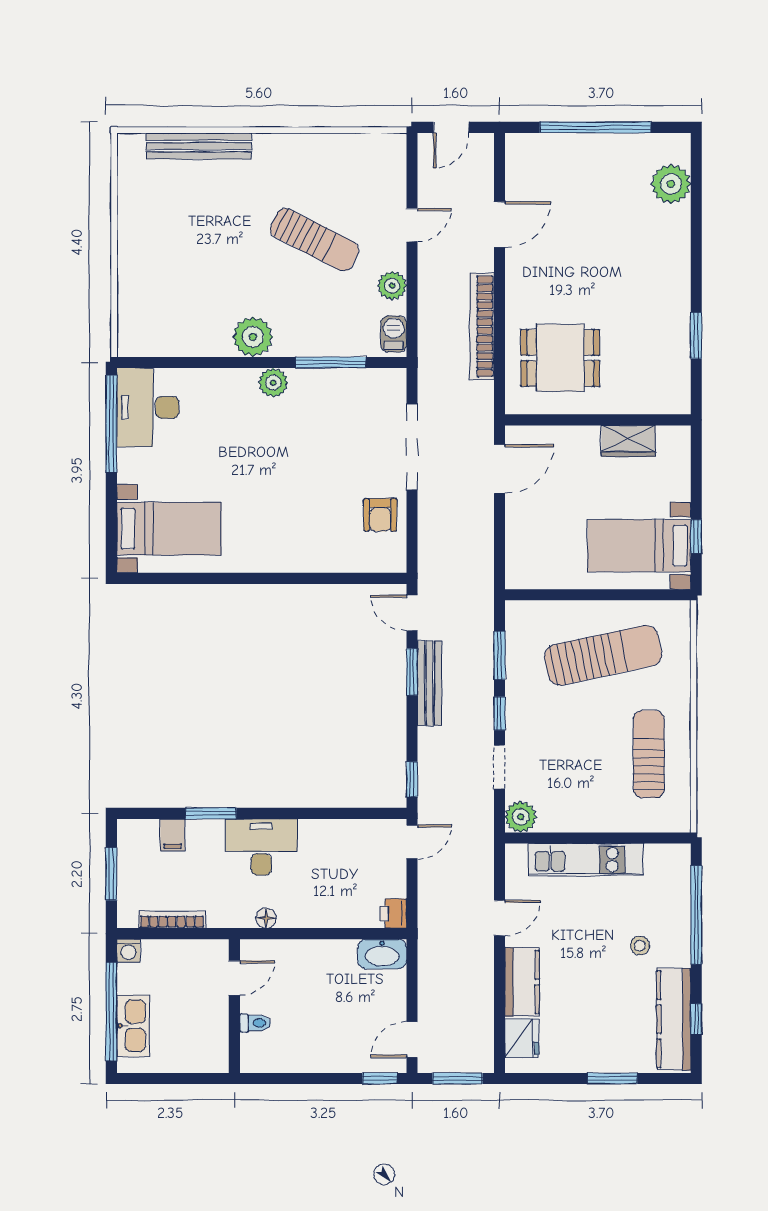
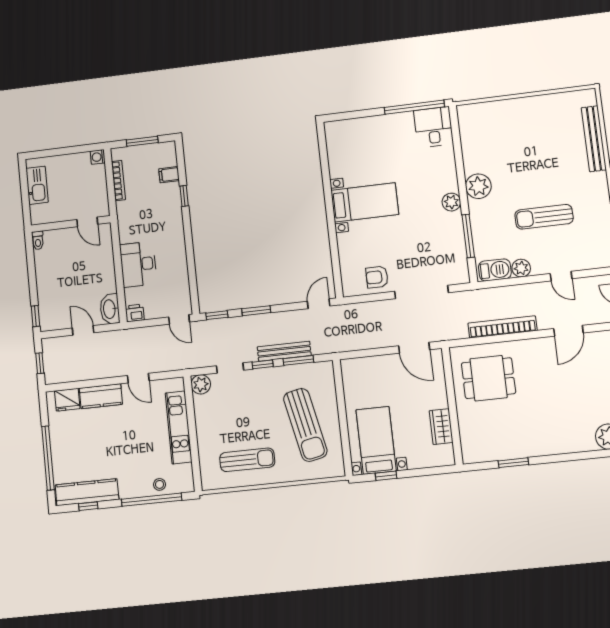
door: (499, 225) -> (568, 331), hinge flipped
sun lounger: (314, 240) -> (544, 217), turned 63
barbecue: (394, 334) -> (495, 270), width x1.38, depth x1.27
dining table: (560, 358) -> (489, 378), turned 90
desk: (148, 407) -> (433, 127), width x0.73
bed with nightstands: (169, 529) -> (365, 202), moved, turned -90
window: (412, 672) -> (256, 311), moved
bench: (429, 683) -> (284, 351), moved
window: (211, 813) -> (184, 196), width x0.67
desk: (261, 847) -> (138, 264), moved, turned 180
floor lamp: (266, 918) -> (125, 237), removed
stool: (640, 946) -> (160, 484), moved
window: (111, 1011) -> (61, 151), removed
toilet: (255, 1023) -> (38, 240), moved
kitchen sink: (133, 1026) -> (37, 185), moved, turned -90
door: (412, 1039) -> (83, 330), moved
window: (458, 1078) -> (40, 363), width x0.67
window: (613, 1078) -> (48, 458), width x2.11

